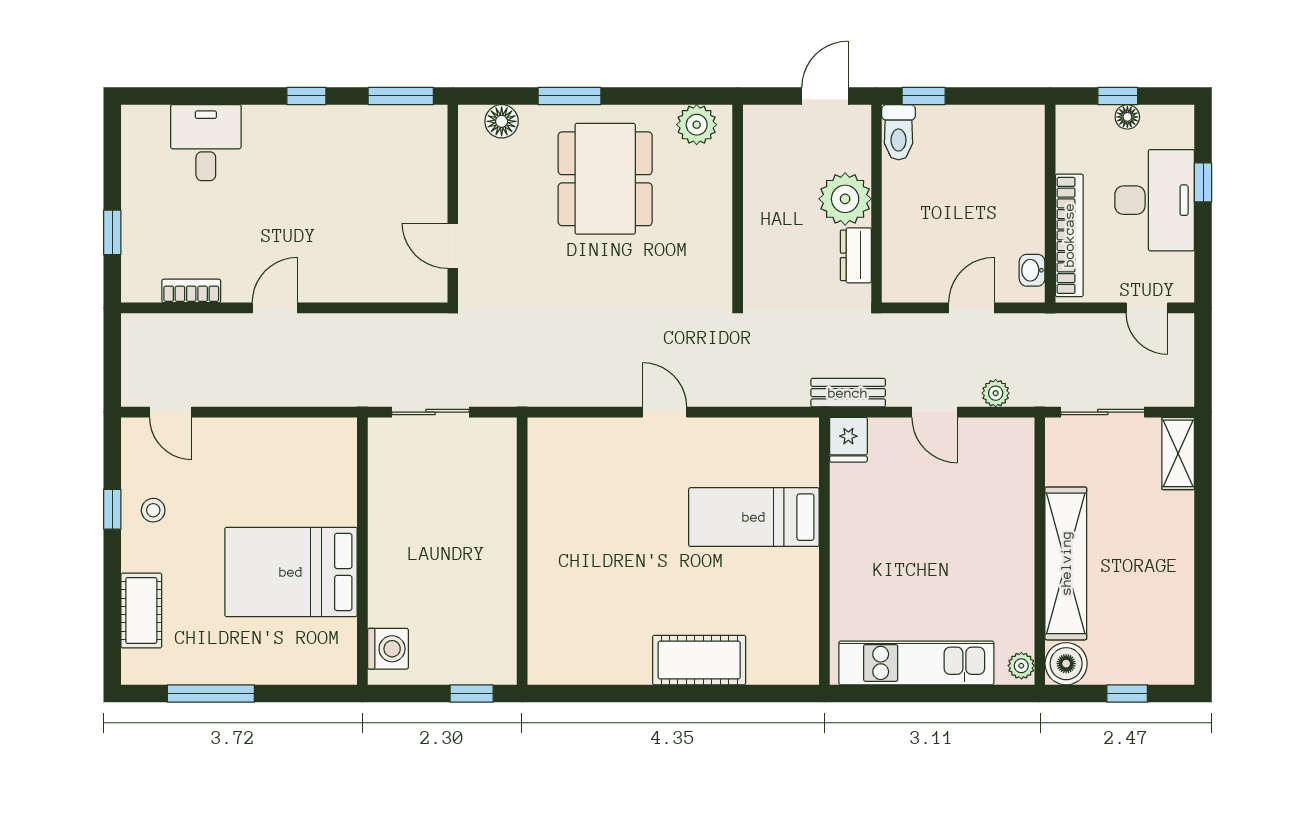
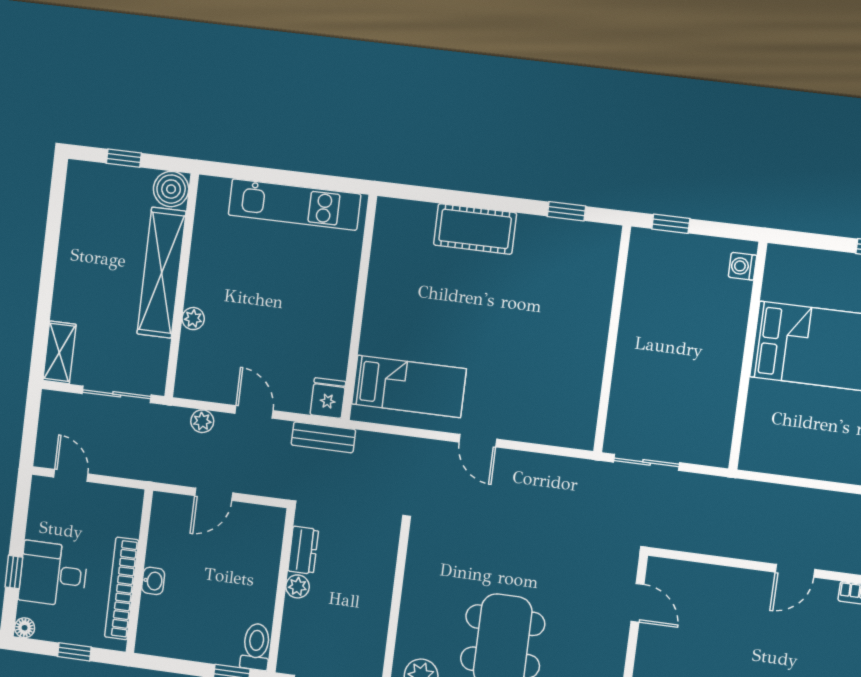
floor lamp: (1127, 117) -> (25, 628), moved
plant: (845, 199) -> (298, 586), width x0.53, depth x0.53
desk: (1155, 200) -> (53, 574), width x0.73
bookcase: (1069, 235) -> (122, 588), moved
washbasin: (1032, 270) -> (153, 581), moved
sliding door: (430, 412) -> (647, 462), moved
bed: (754, 517) -> (409, 386), moved
washing machine: (388, 649) -> (742, 266), width x0.73, depth x0.73
plant: (1021, 666) -> (193, 319), moved
window: (595, 693) -> (567, 211), added

